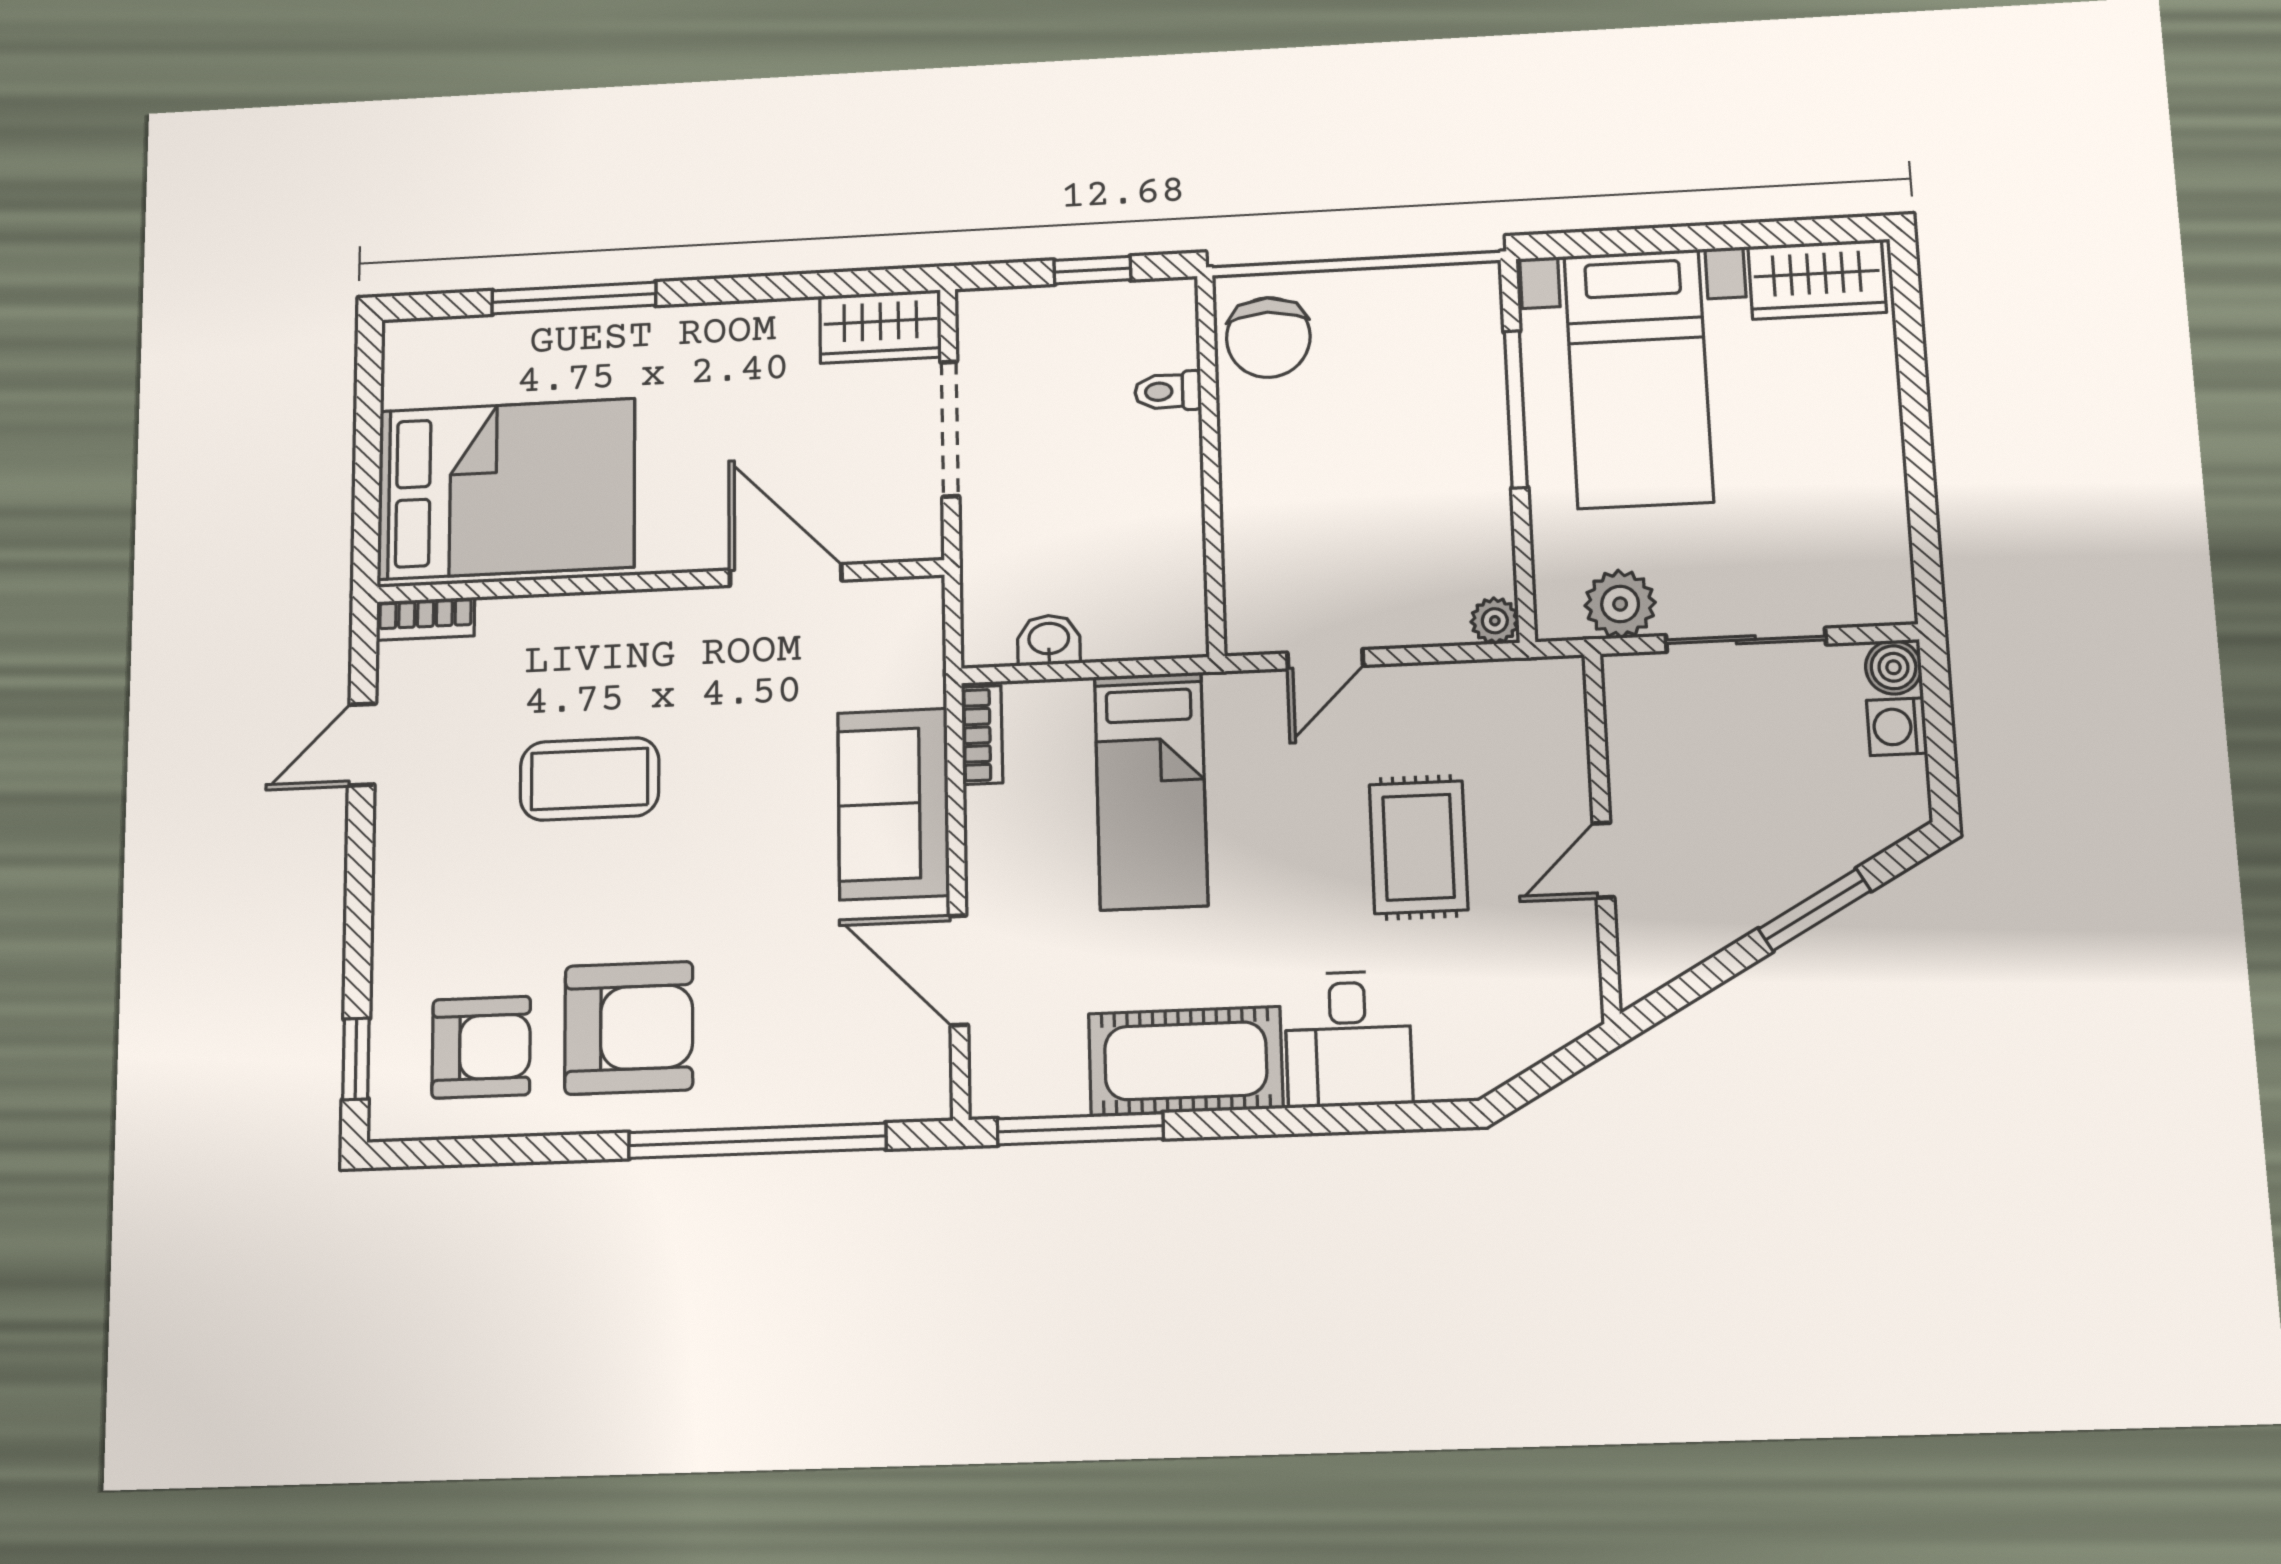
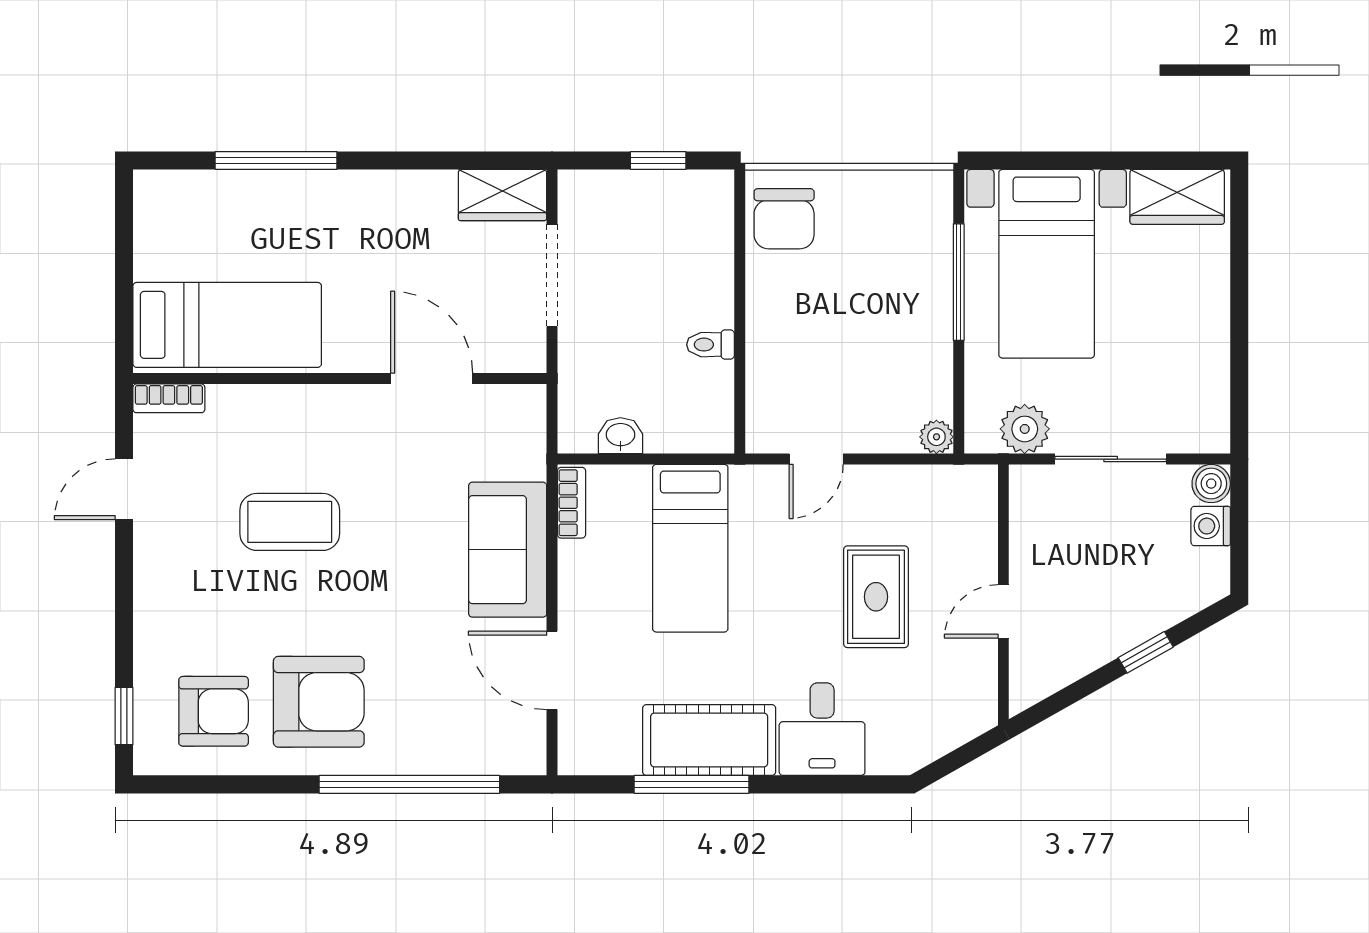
toilet: (1168, 391) -> (711, 345), moved
bed: (506, 489) -> (227, 325), width x0.67
window: (1815, 910) -> (1146, 652), width x0.67
window: (1080, 1129) -> (692, 784), moved

